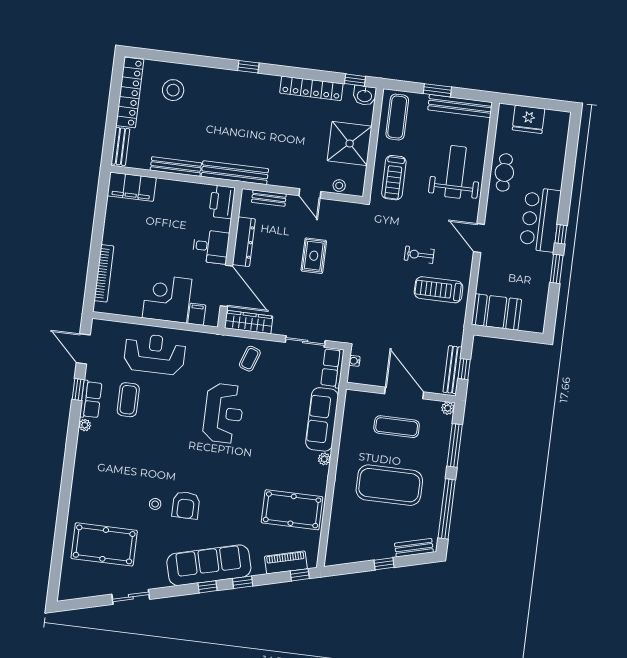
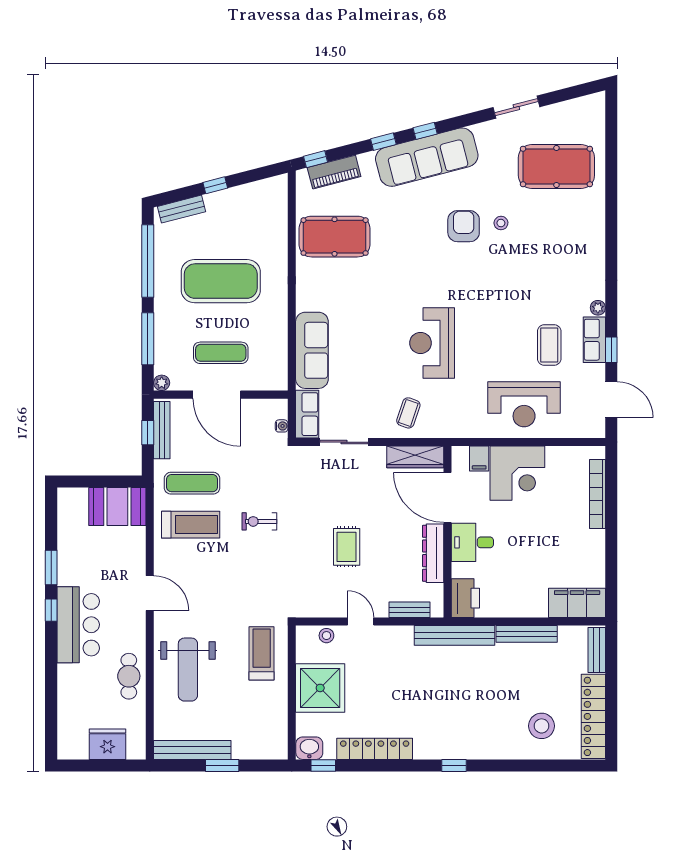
exercise mat: (397, 117) -> (192, 483), moved, turned 90
exercise bike: (419, 255) -> (259, 521), moved, turned 180
plant: (324, 459) -> (303, 303), removed

